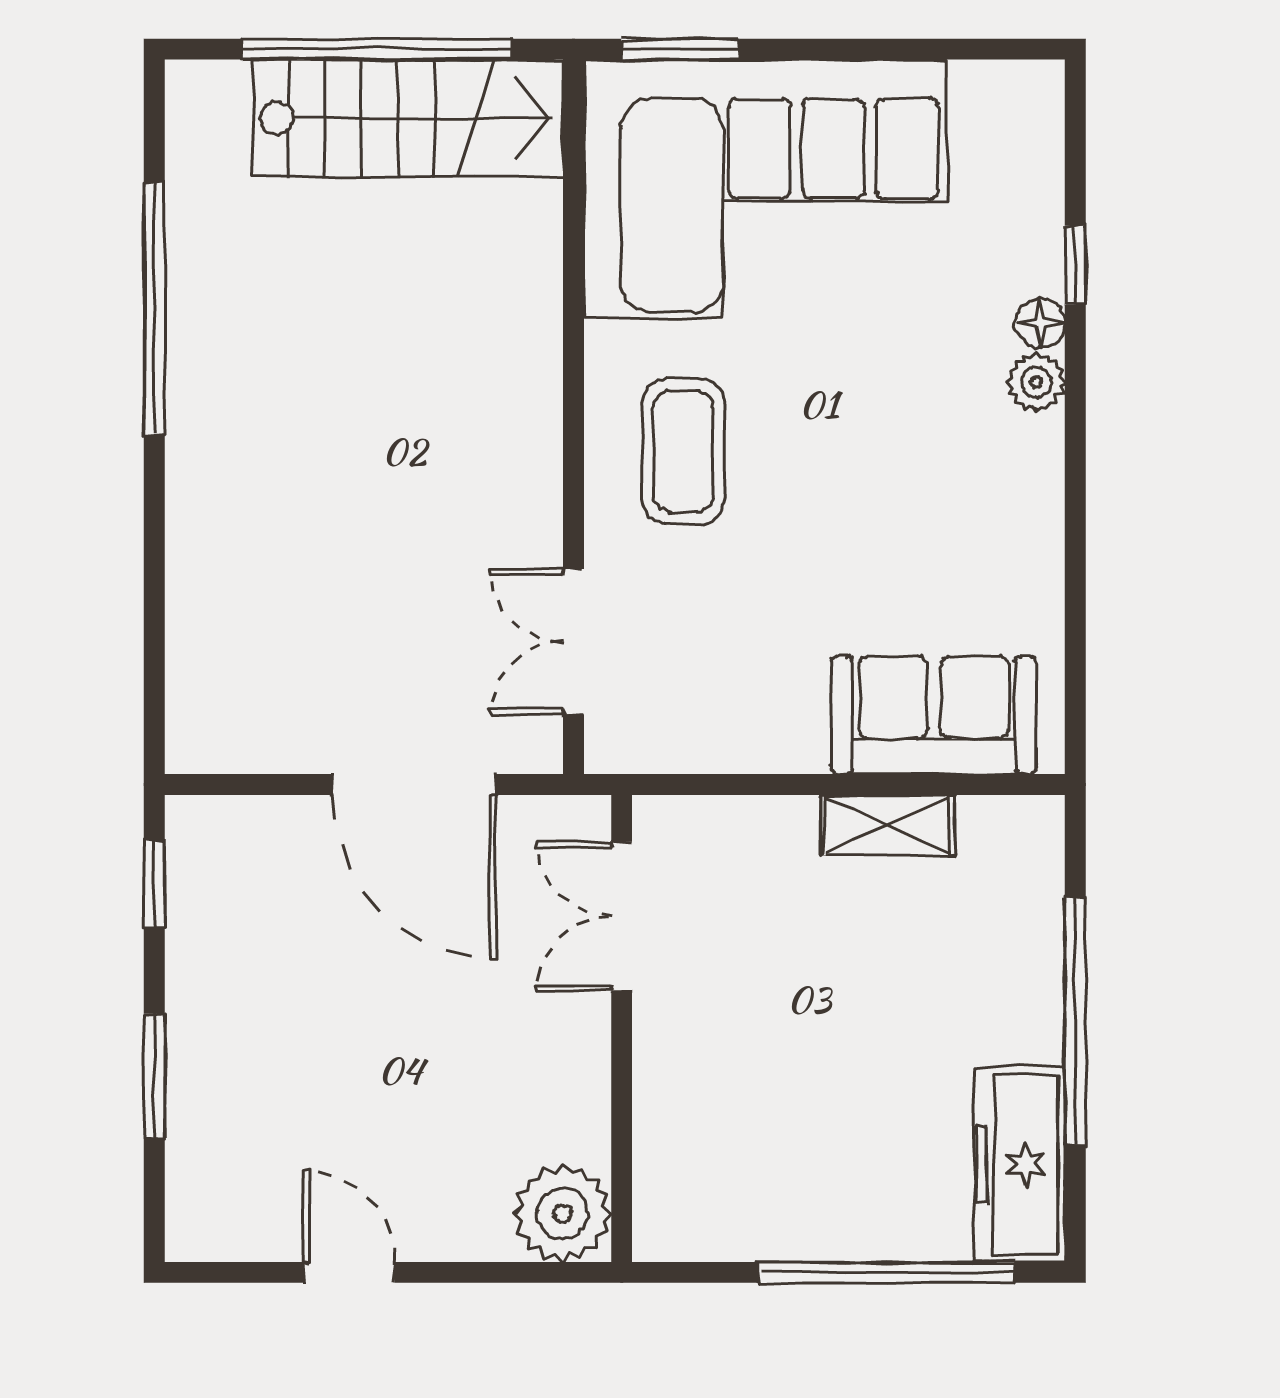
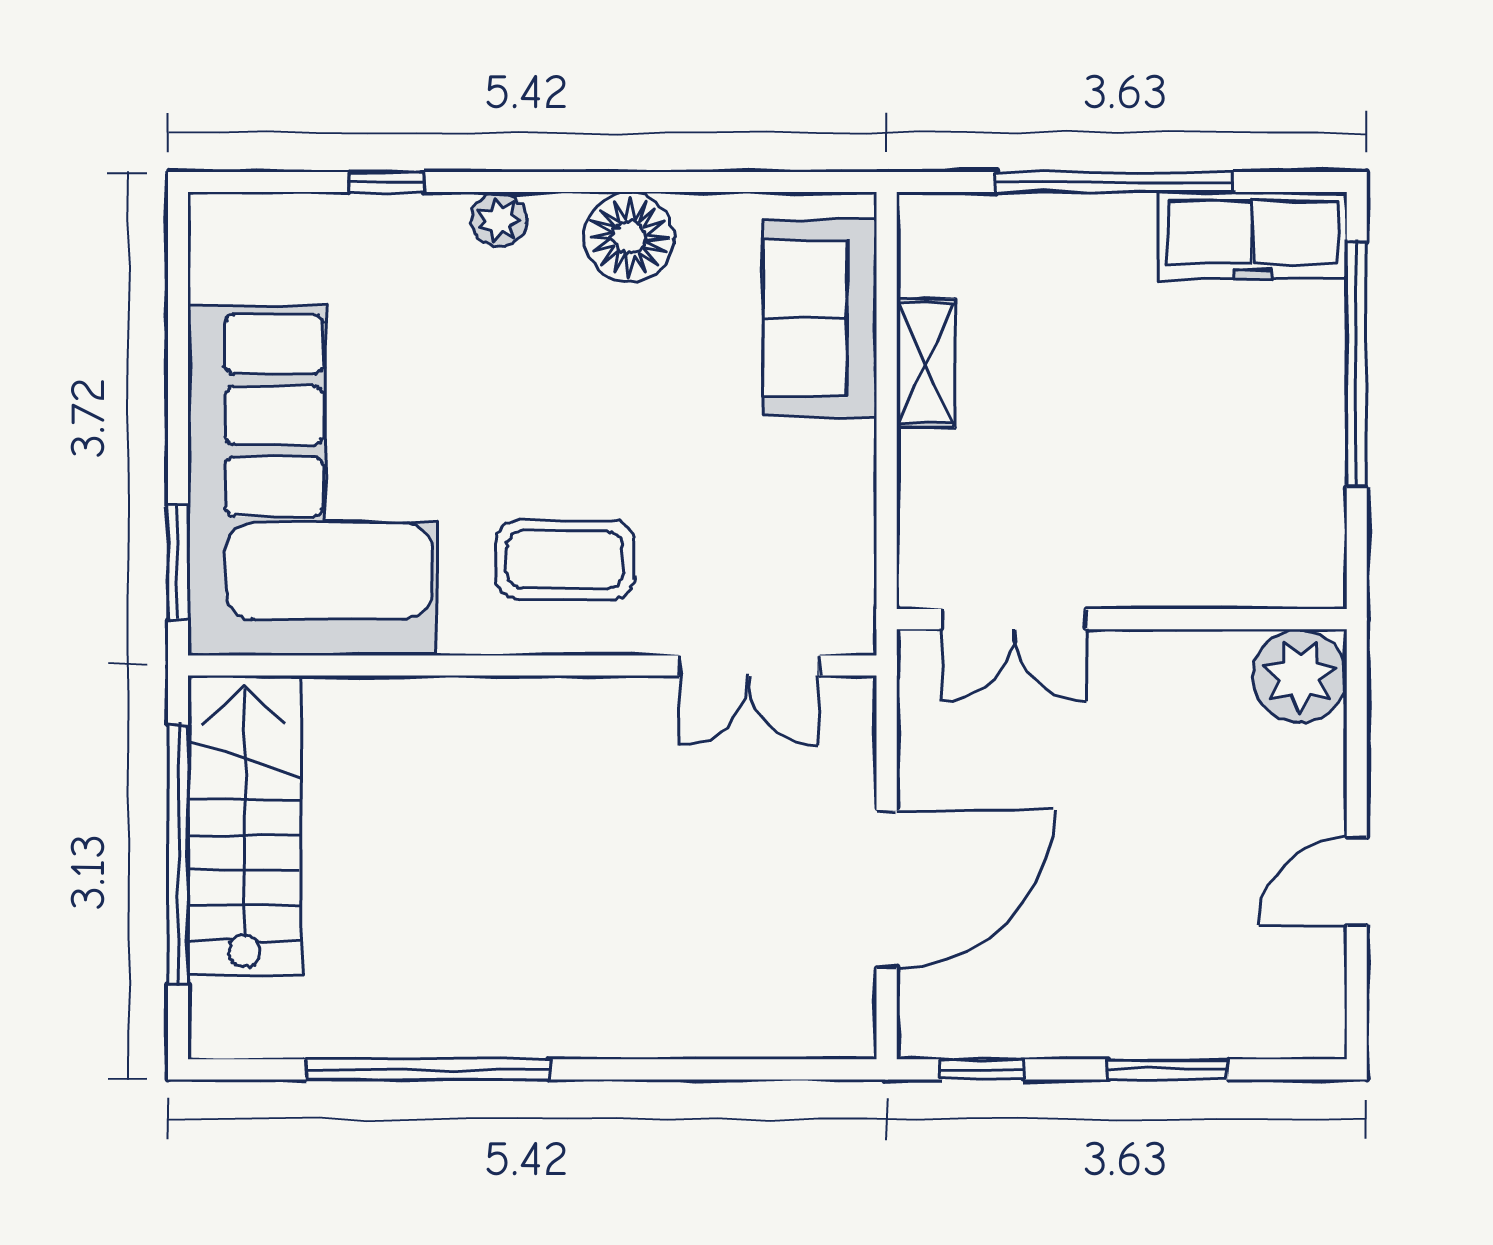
floor lamp: (1040, 323) -> (629, 237), moved, width x1.89, depth x1.89
door: (414, 784) -> (887, 889), moved

